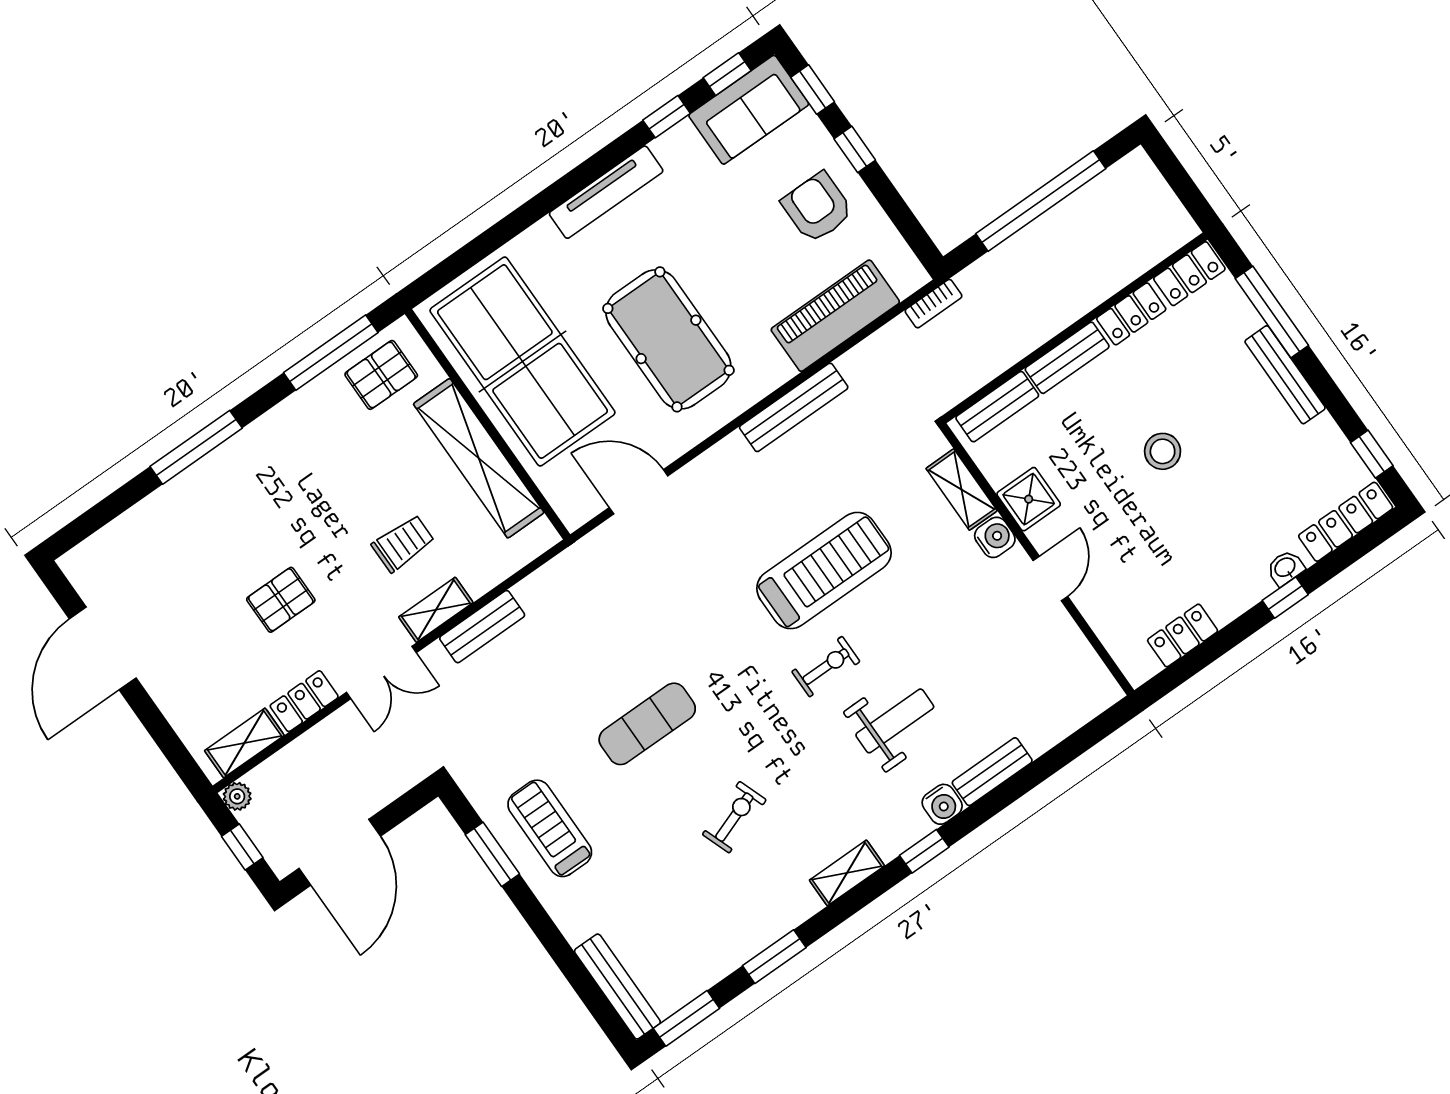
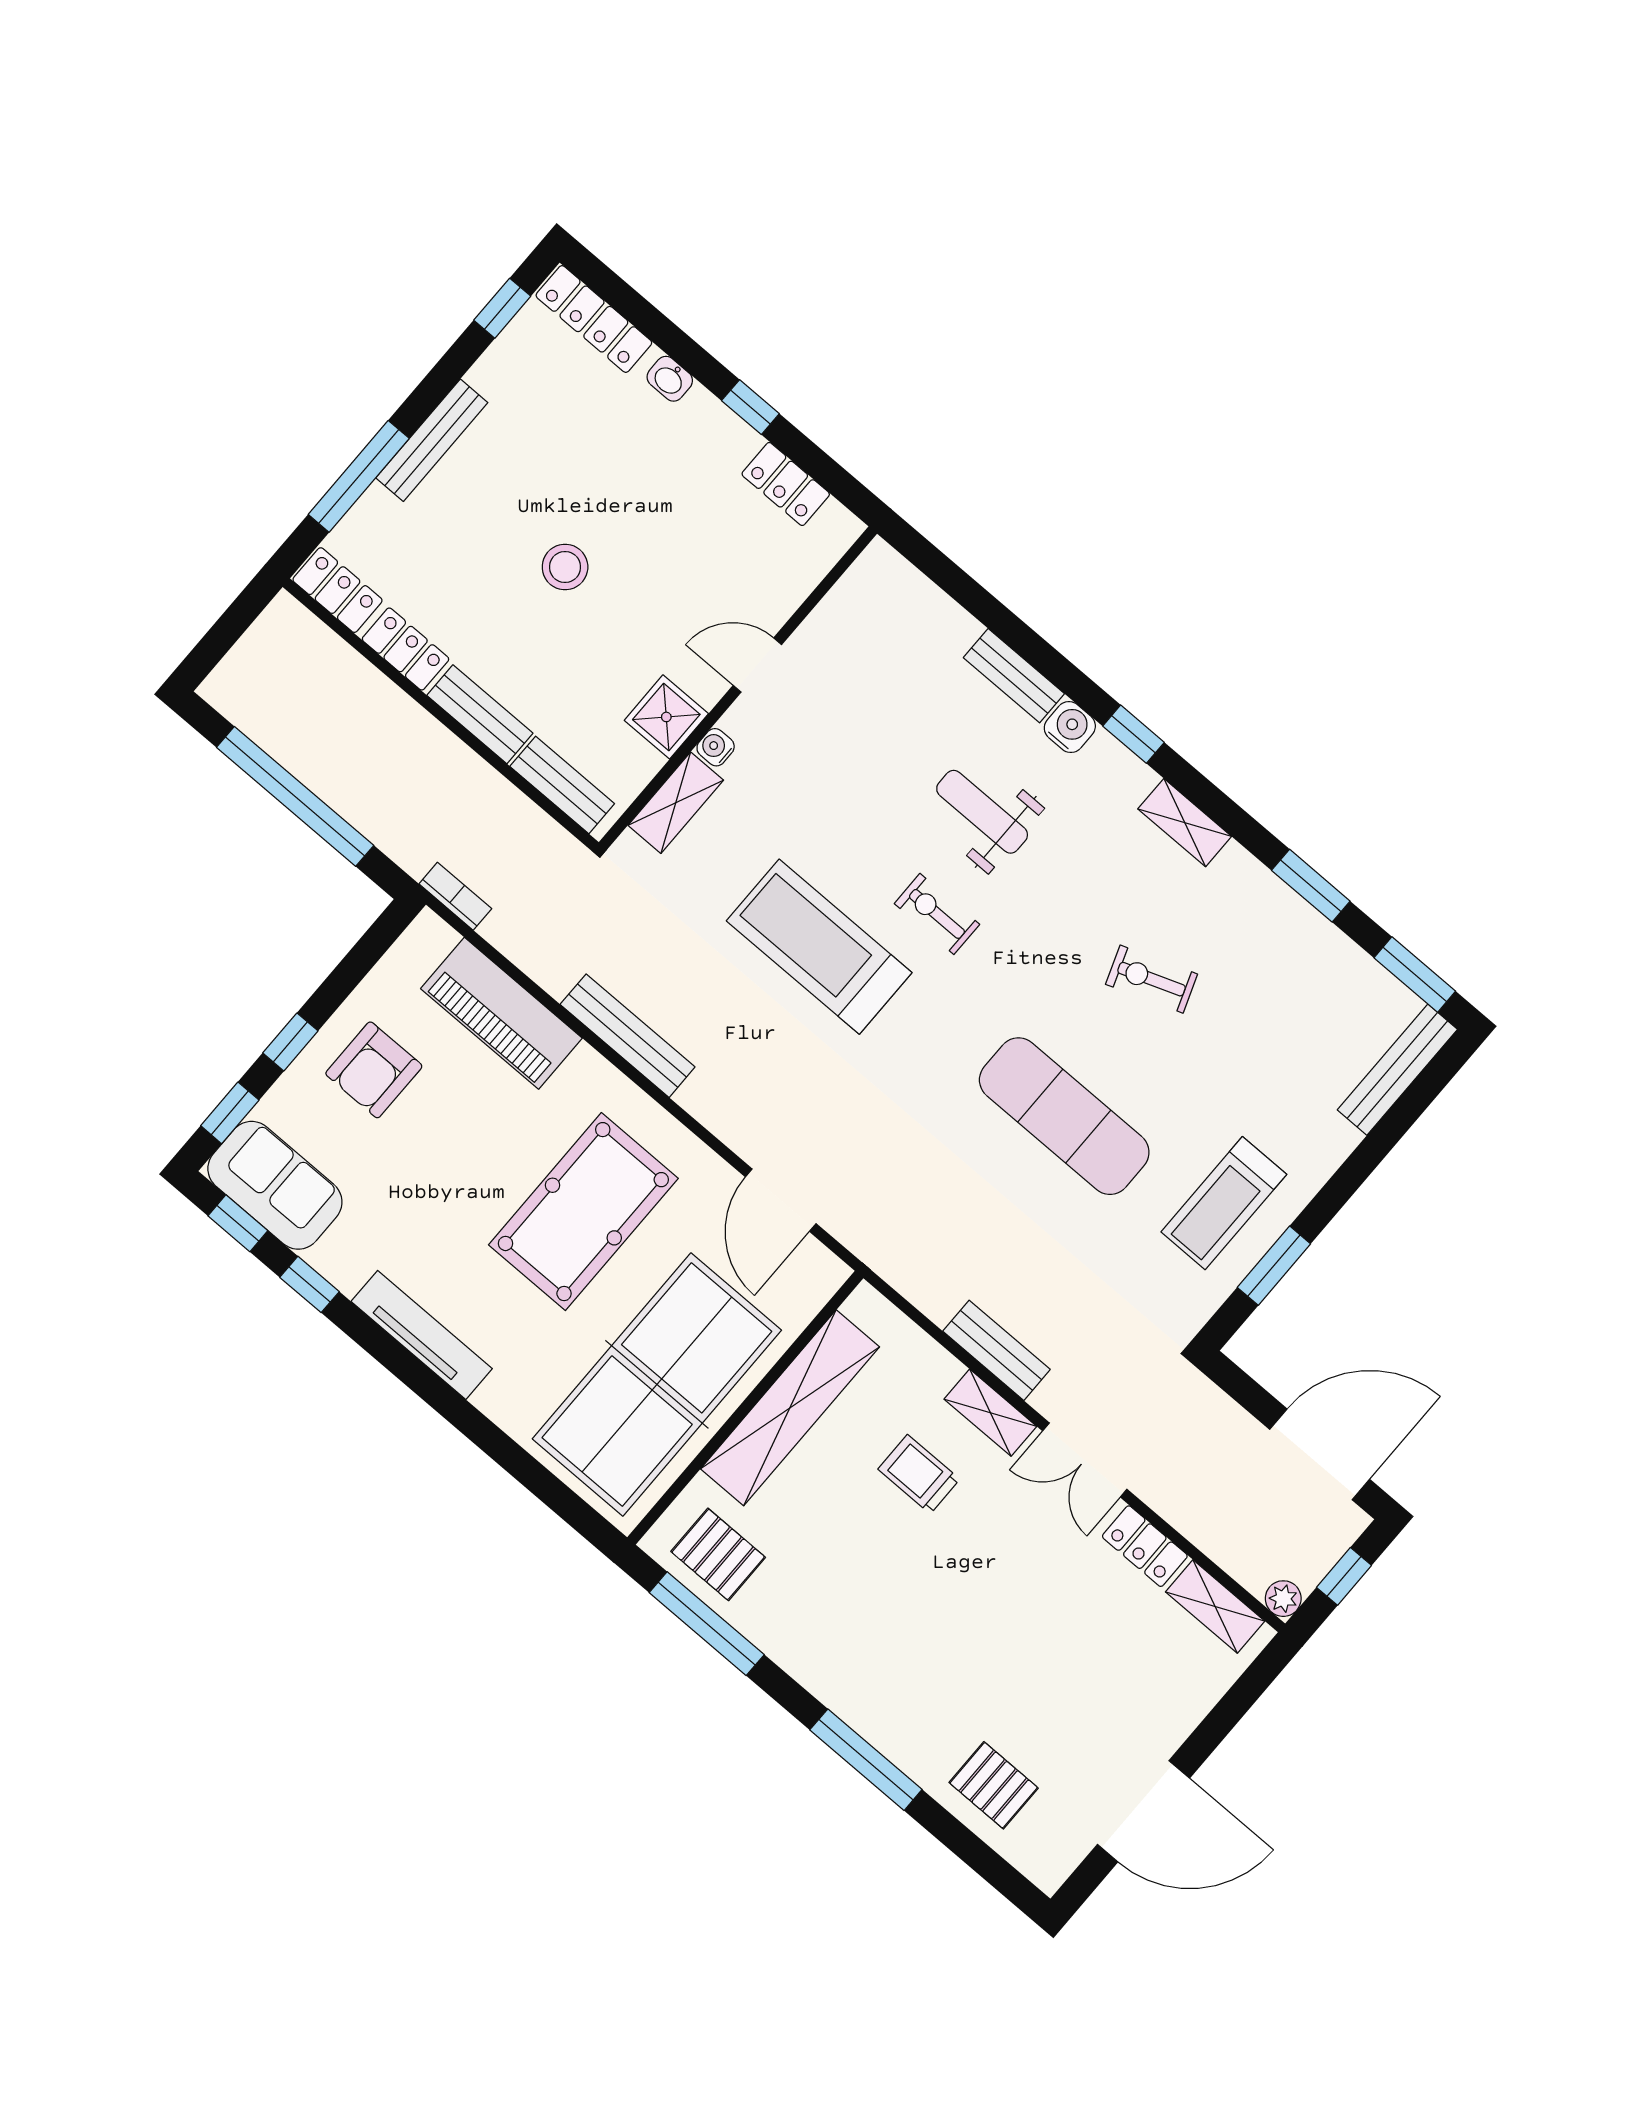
water cooler: (995, 537) -> (716, 747), width x0.72, depth x0.72
window: (1285, 598) -> (750, 407), moved
pallet: (281, 600) -> (994, 1785), moved
double door: (381, 672) -> (1085, 1460), swing flipped
exercise mat: (647, 724) -> (1064, 1116), width x1.36, depth x1.45

